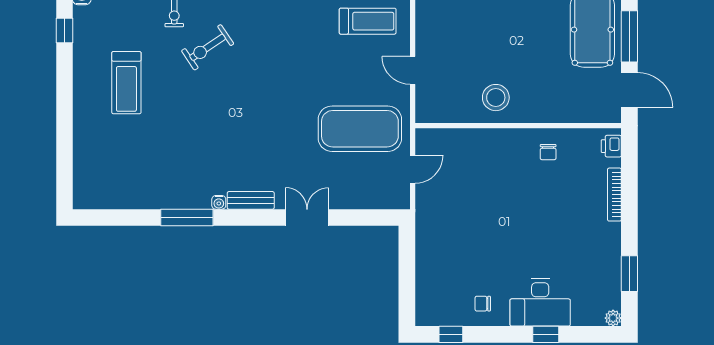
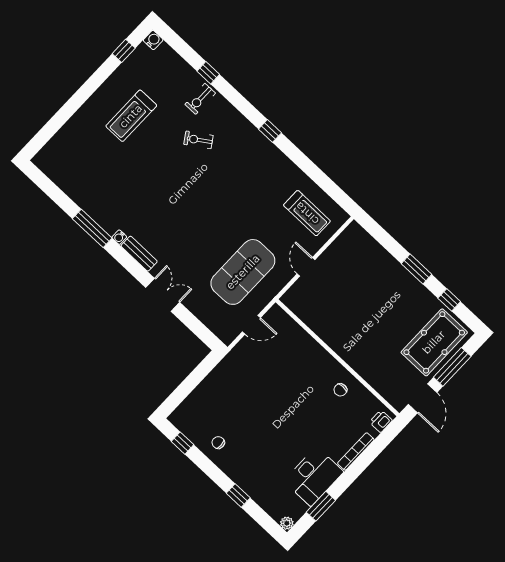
exercise bike: (208, 47) -> (198, 140), width x0.73, depth x0.72
stool: (496, 98) -> (340, 329), removed
exercise mat: (360, 129) -> (243, 272), turned 90
desk: (540, 303) -> (314, 476), moved, turned -90

